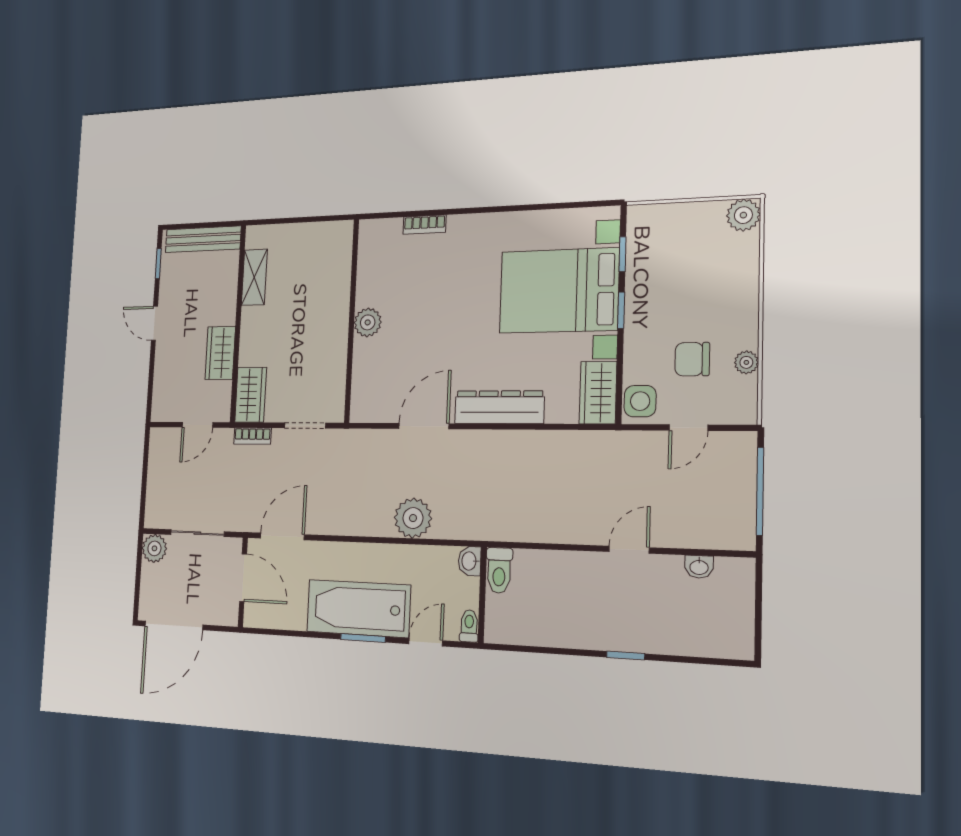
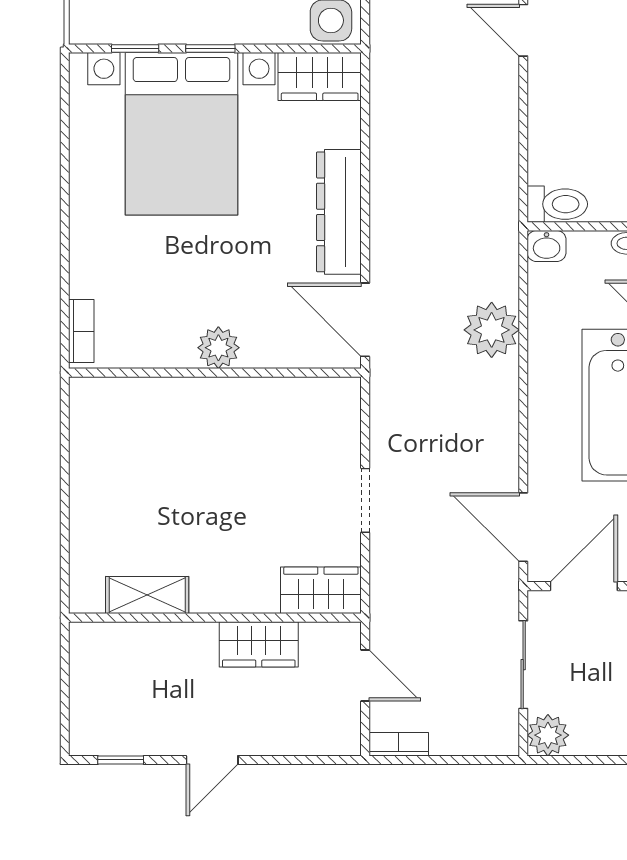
bench: (203, 239) -> (86, 685), removed
wall: (352, 320) -> (215, 373), moved
plant: (368, 322) -> (218, 348), moved
bookcase: (252, 436) -> (399, 744), moved, turned -90

